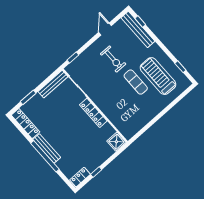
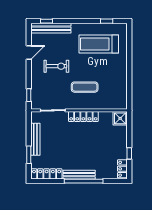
door: (105, 29) -> (29, 52), swing flipped
exercise mat: (136, 82) -> (85, 87), moved
bench: (53, 84) -> (35, 139), moved

